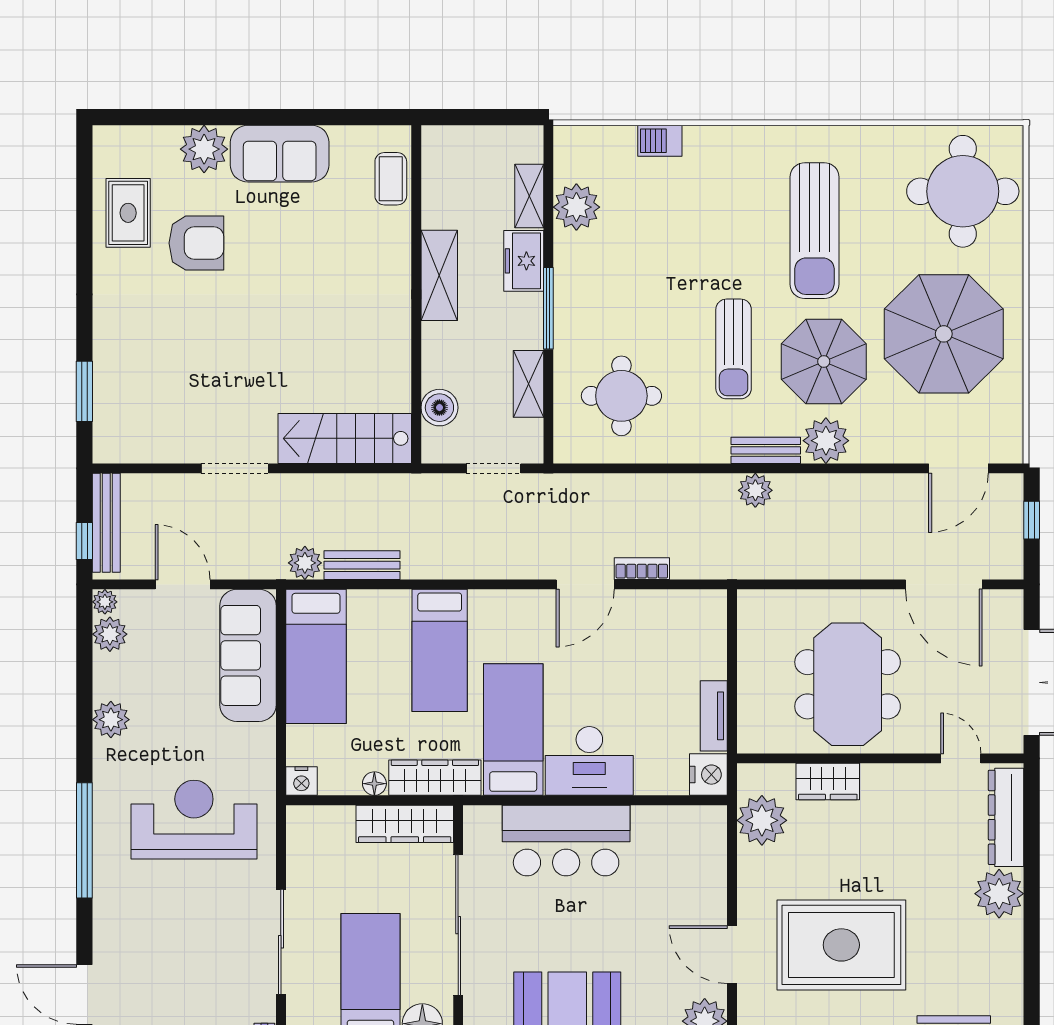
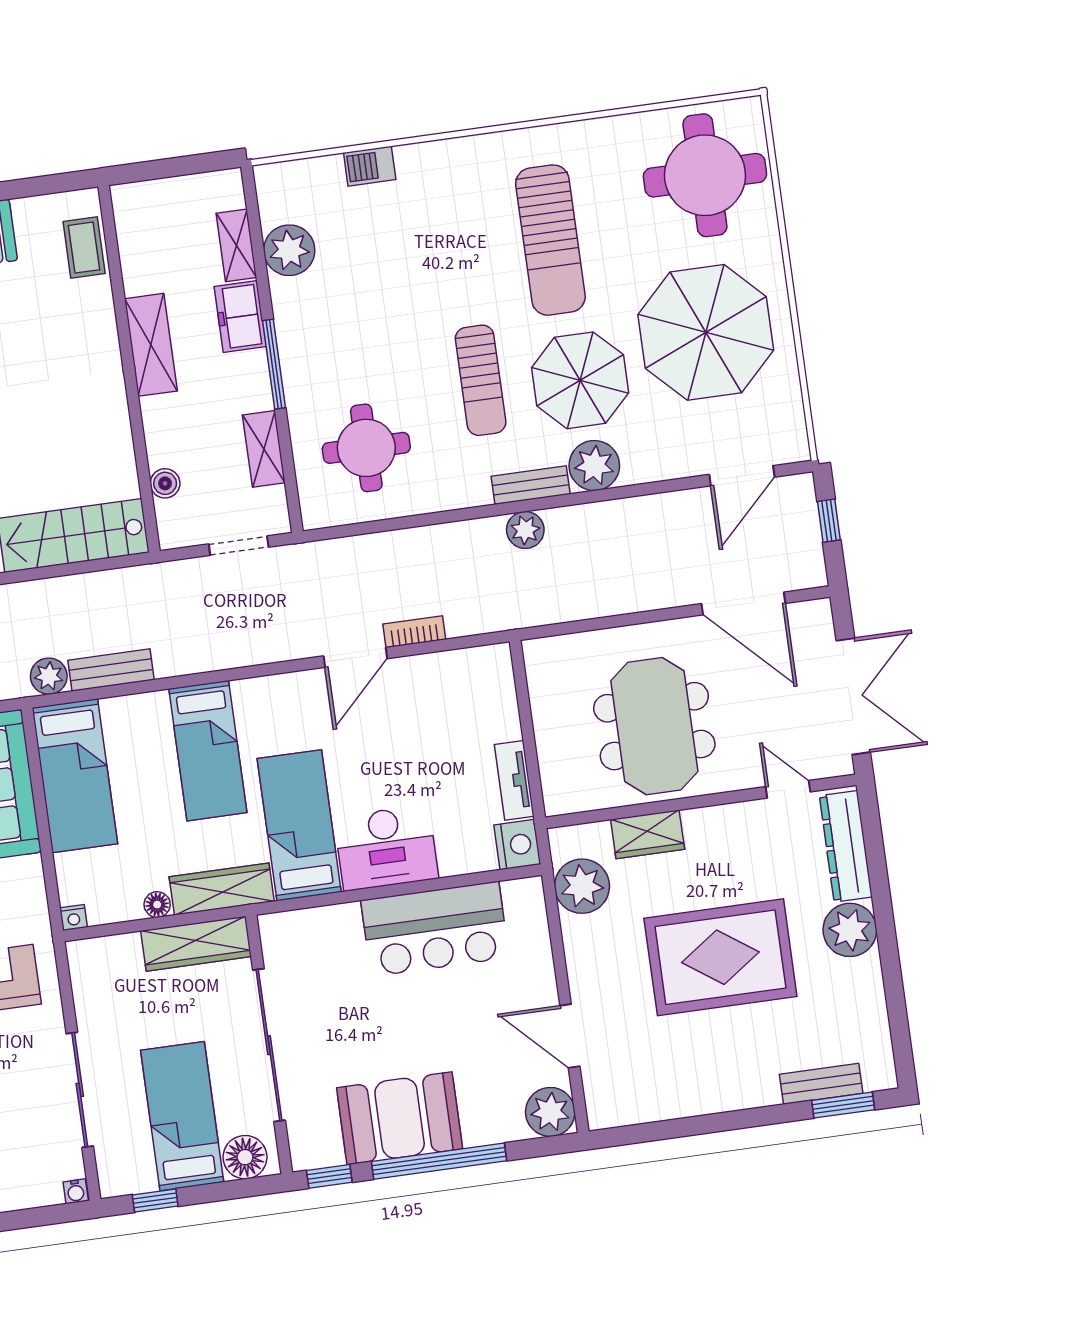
boiler: (439, 408) -> (165, 483), width x0.73, depth x0.73
nightstand: (301, 781) -> (74, 918), width x0.72, depth x0.74
bar counter: (566, 841) -> (435, 929), moved
rug: (841, 945) -> (720, 957), moved

